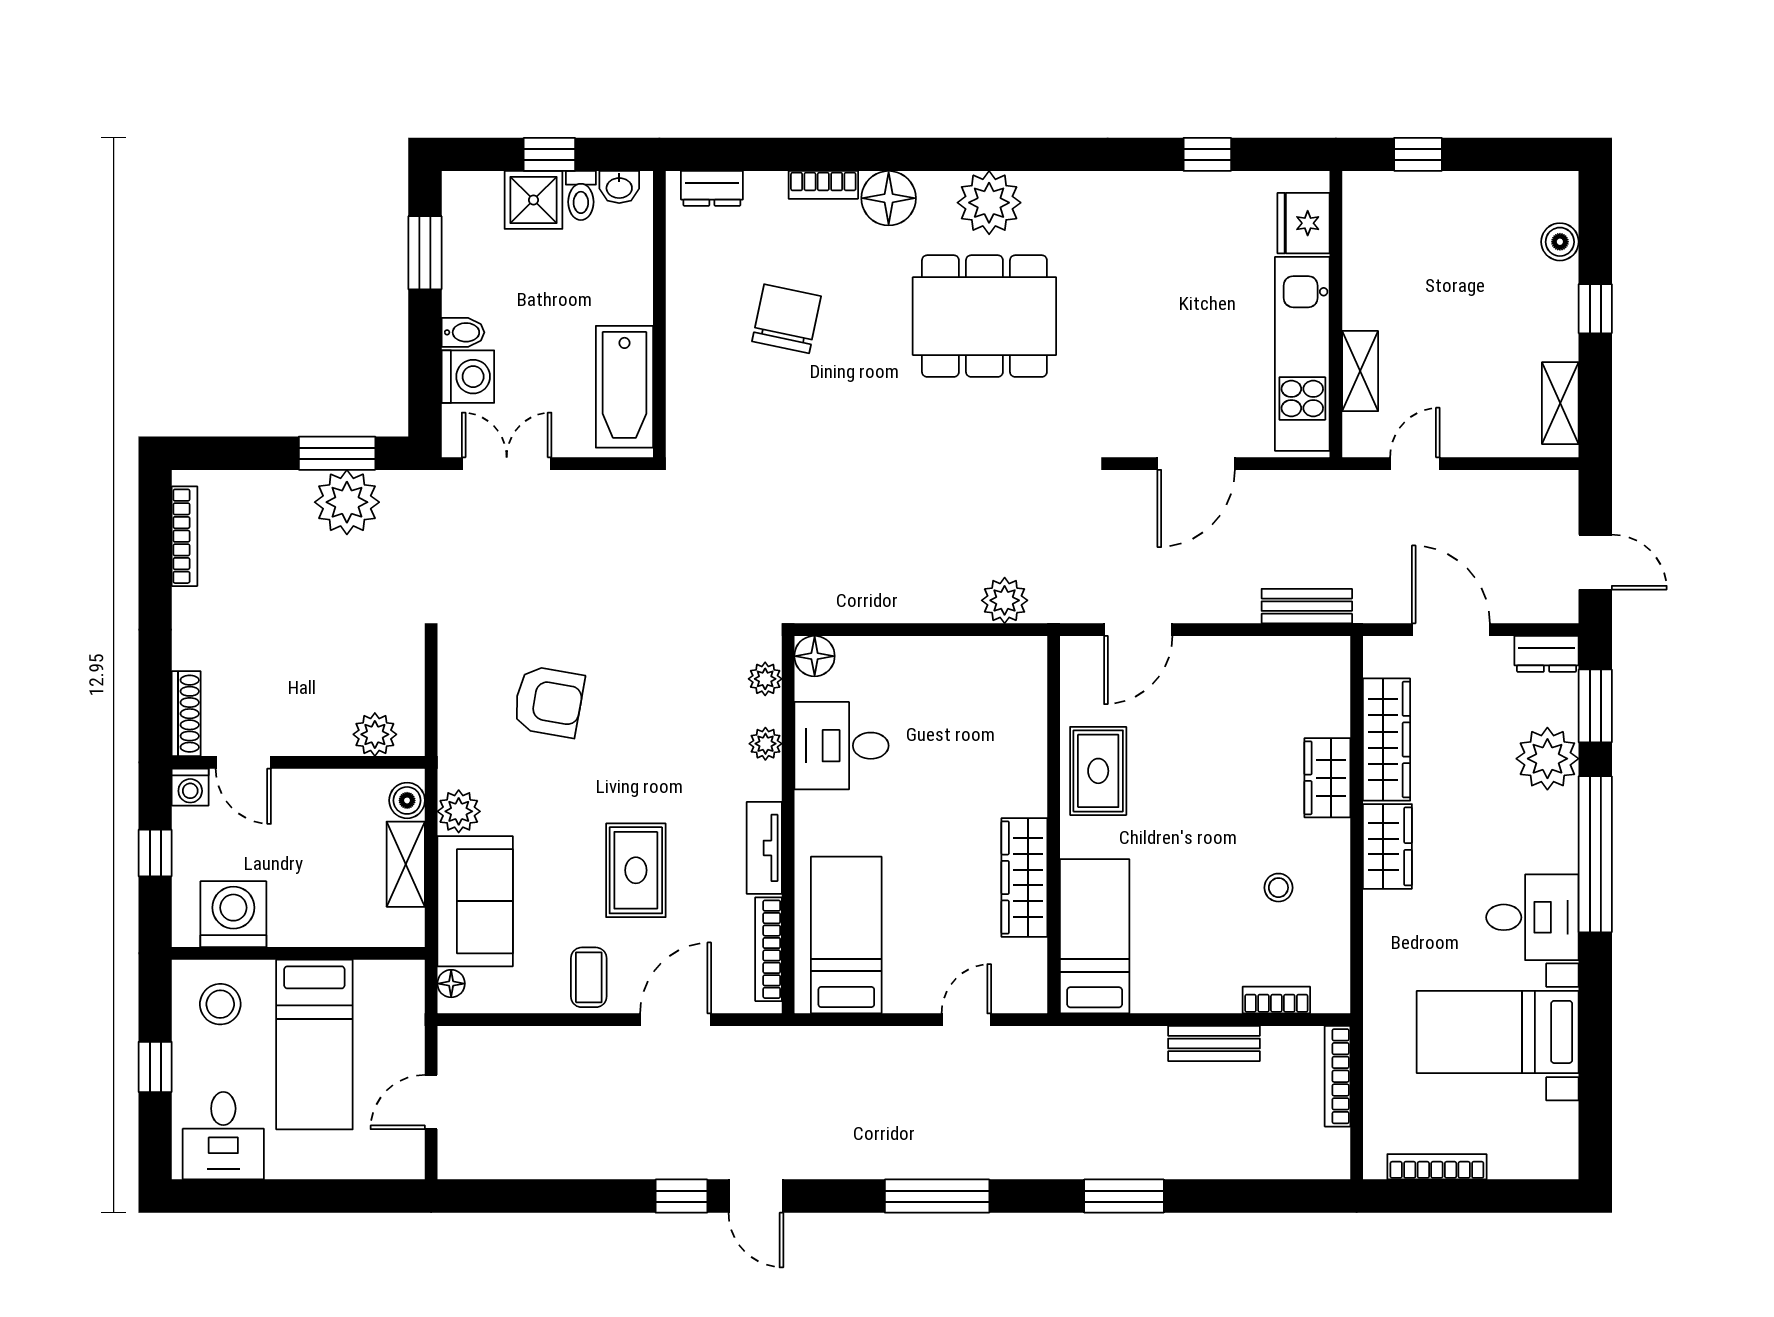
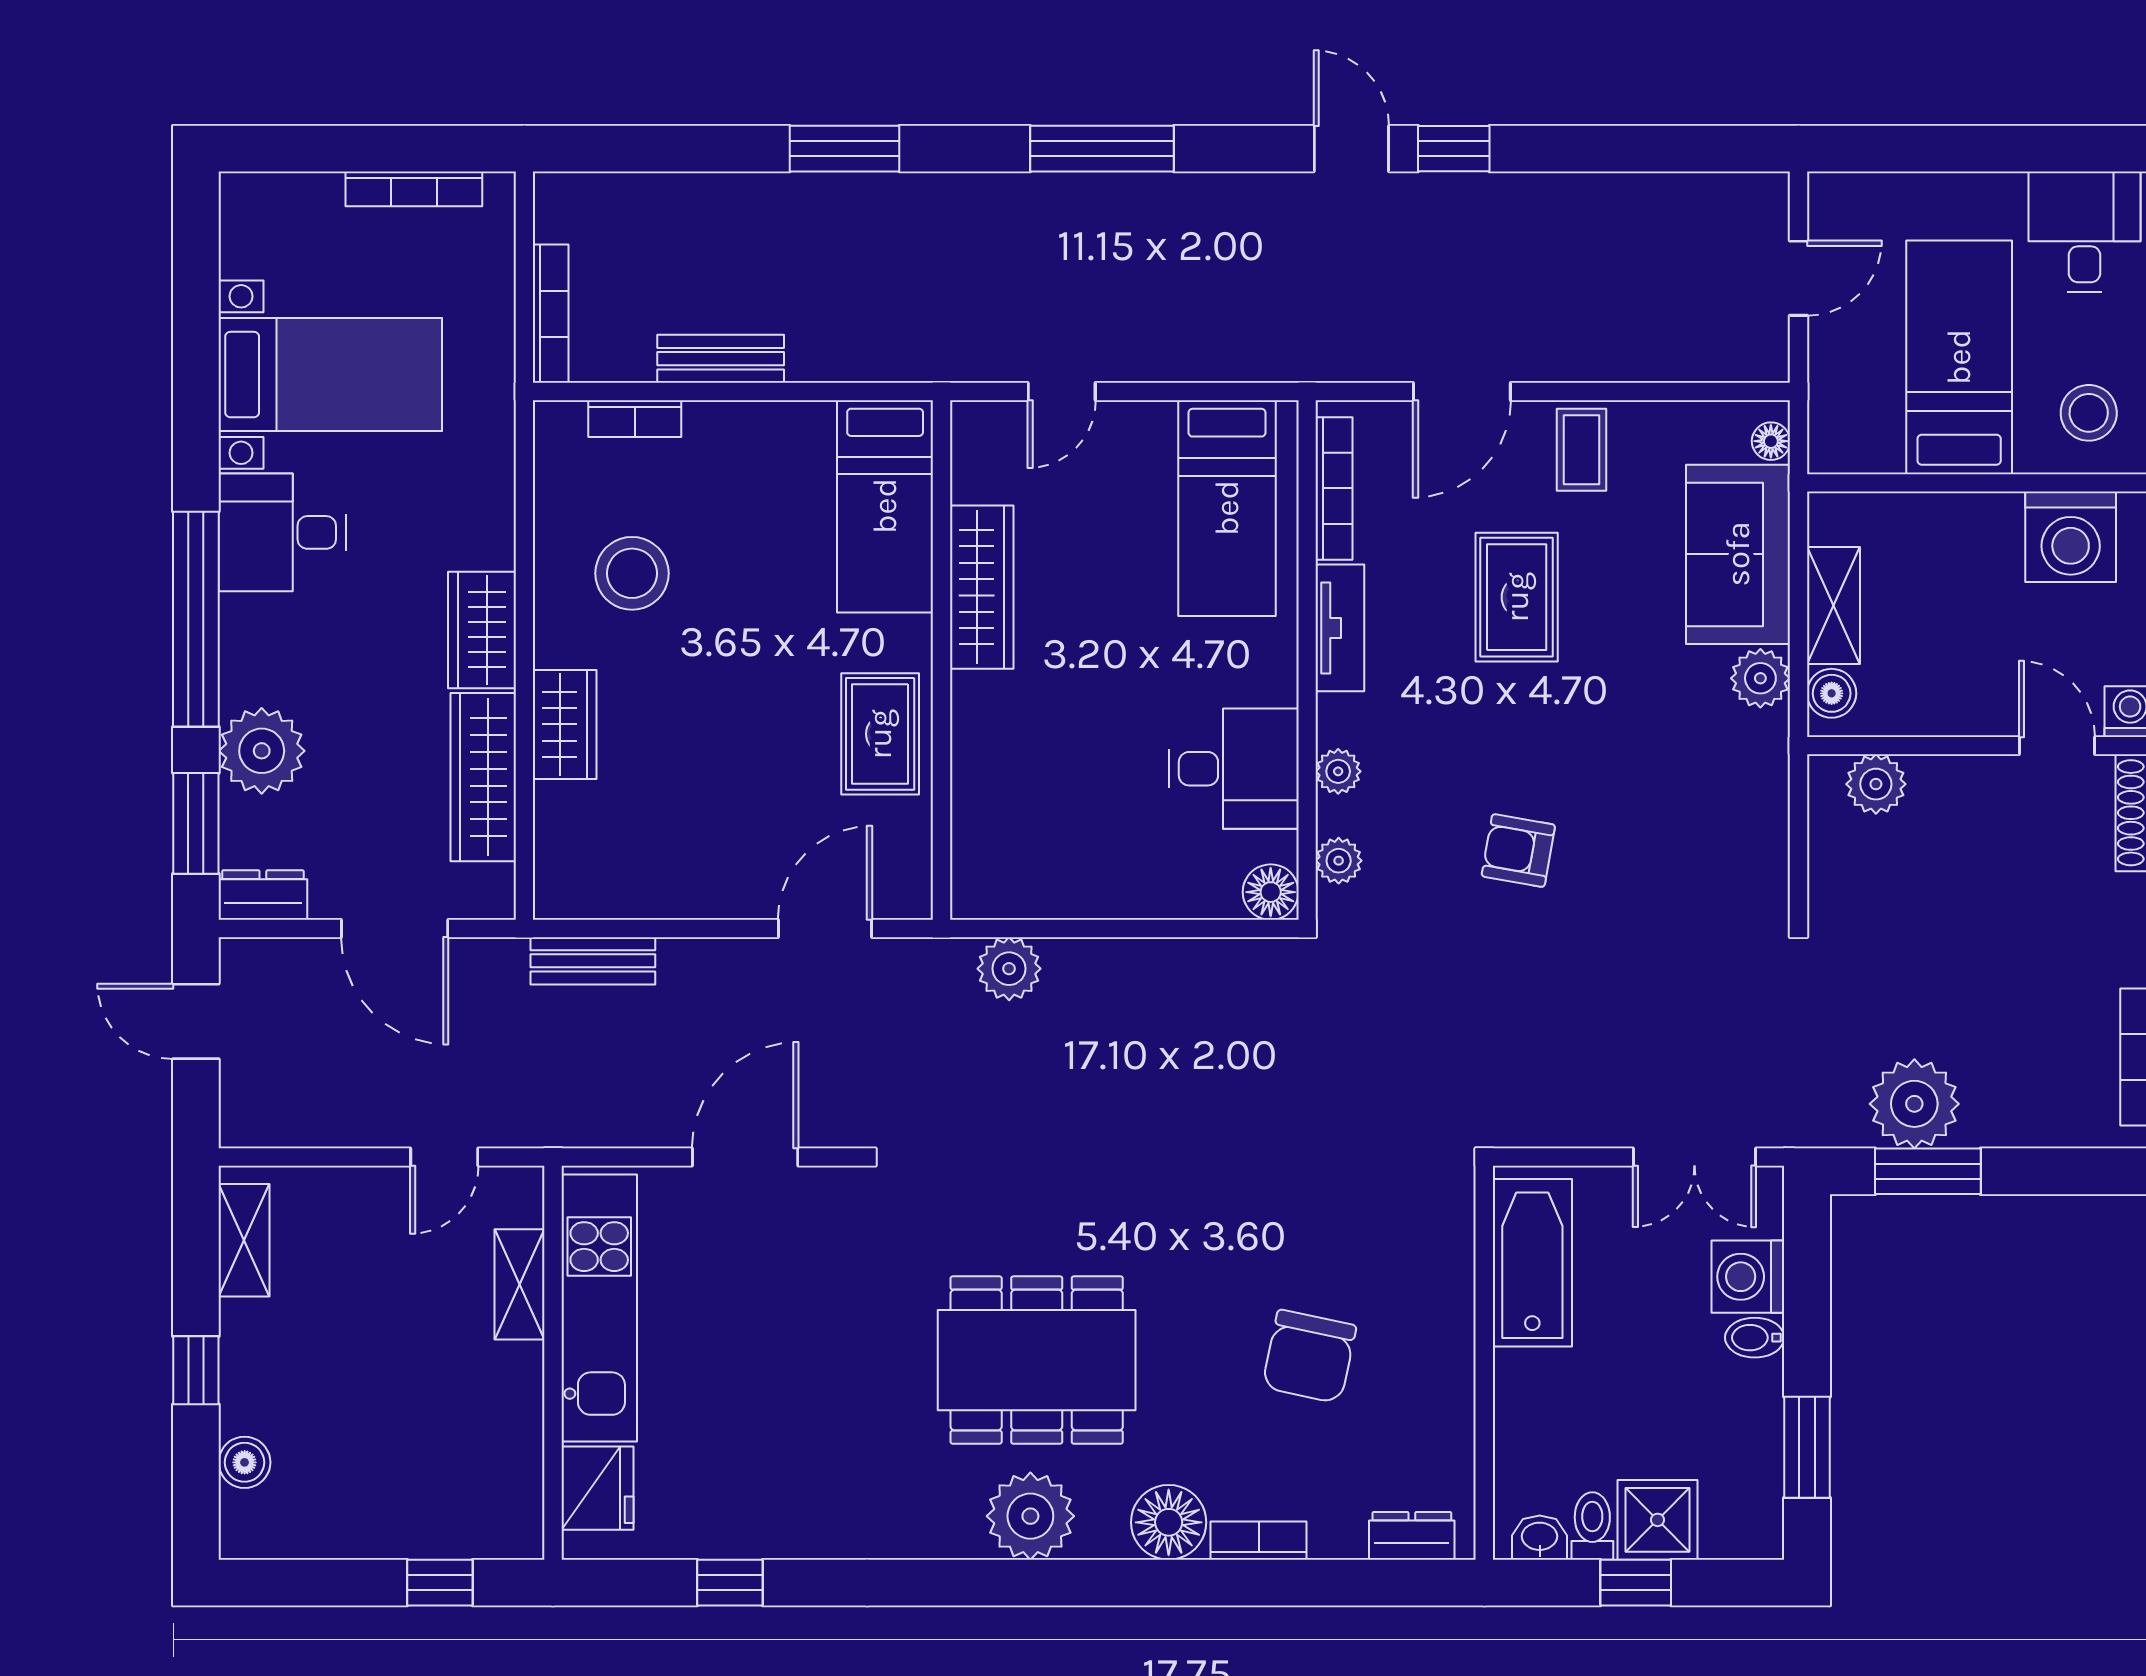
armchair: (549, 702) -> (1518, 851), moved, width x0.72, depth x0.72
stool: (1278, 888) -> (632, 573), width x1.89, depth x1.89

